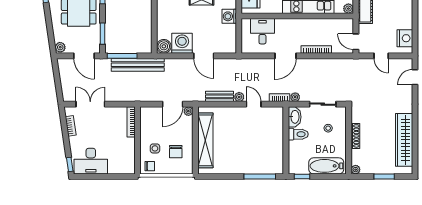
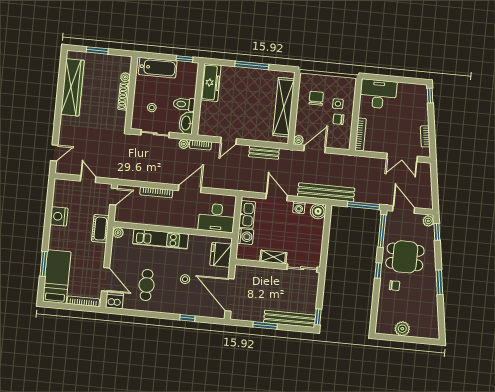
desk: (262, 31) -> (216, 218), width x1.37
window: (102, 34) -> (382, 231), width x1.44
kitchen sink: (230, 37) -> (247, 214), added
window: (51, 38) -> (437, 232), added
nightstand: (405, 38) -> (59, 216), moved
door: (356, 42) -> (114, 197), hinge flipped
washing machine: (182, 43) -> (299, 208), width x0.53, depth x0.53
bench: (138, 65) -> (326, 192), moved
plant: (239, 97) -> (243, 150), removed
door: (254, 104) -> (229, 141), hinge flipped
freezer: (275, 157) -> (211, 83), added
desk: (91, 161) -> (378, 94), moved
chair: (150, 166) -> (338, 119), moved
plant: (356, 170) -> (125, 77), moved
window: (260, 177) -> (252, 65), moved

